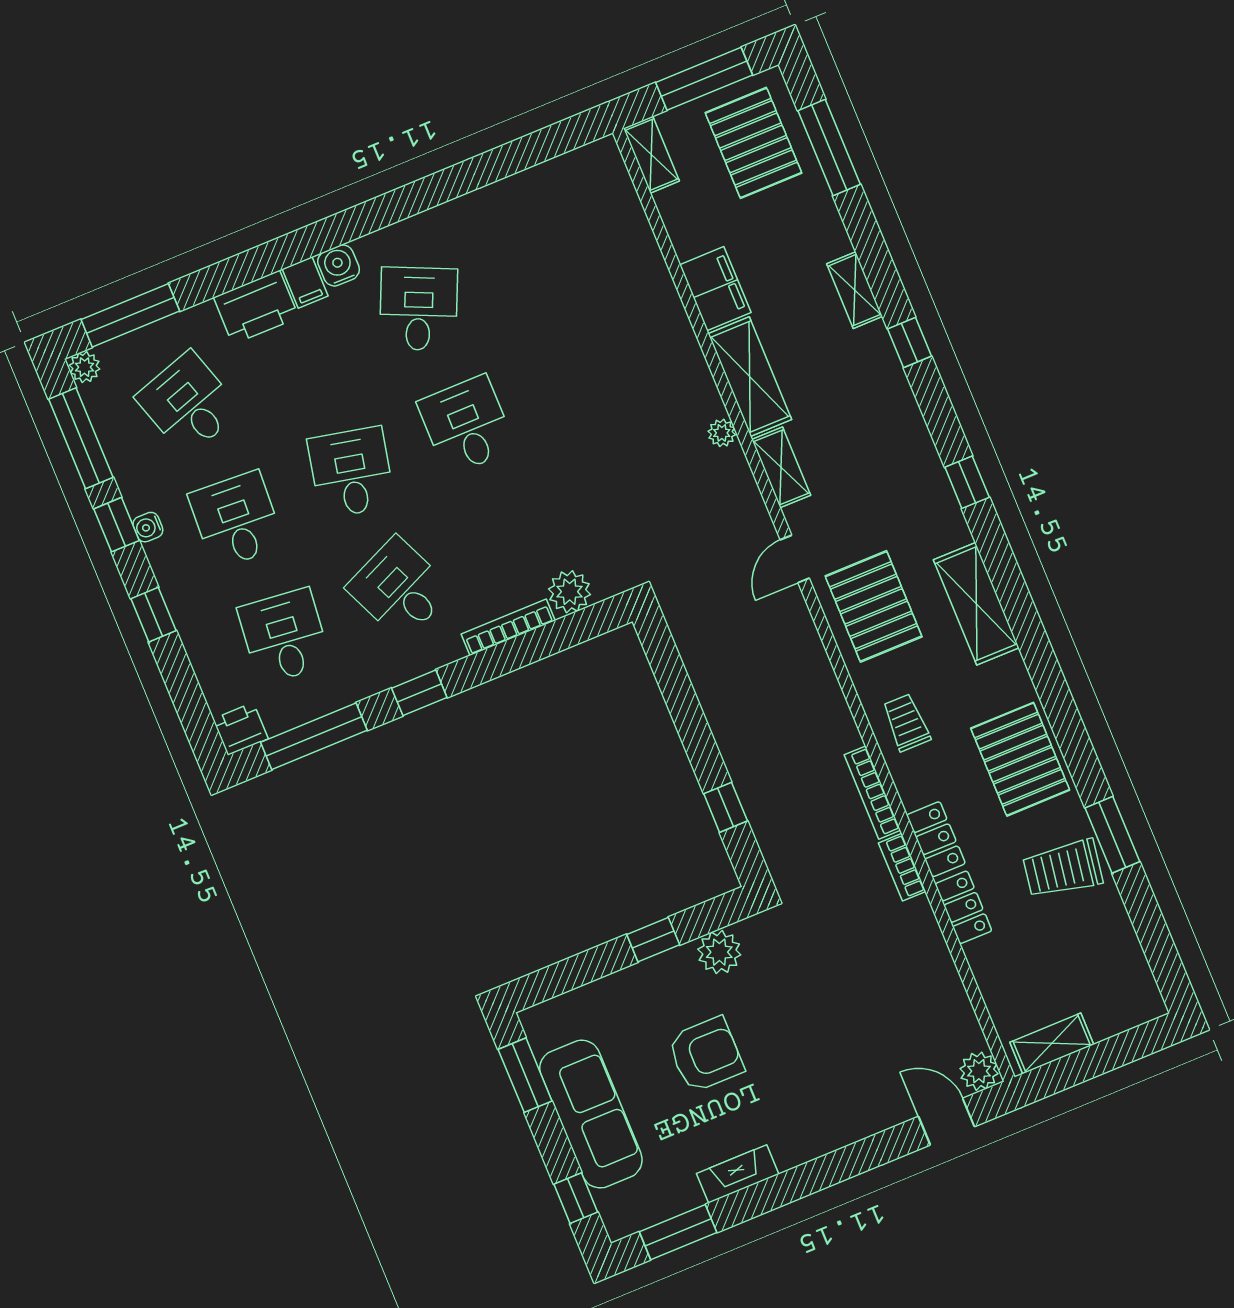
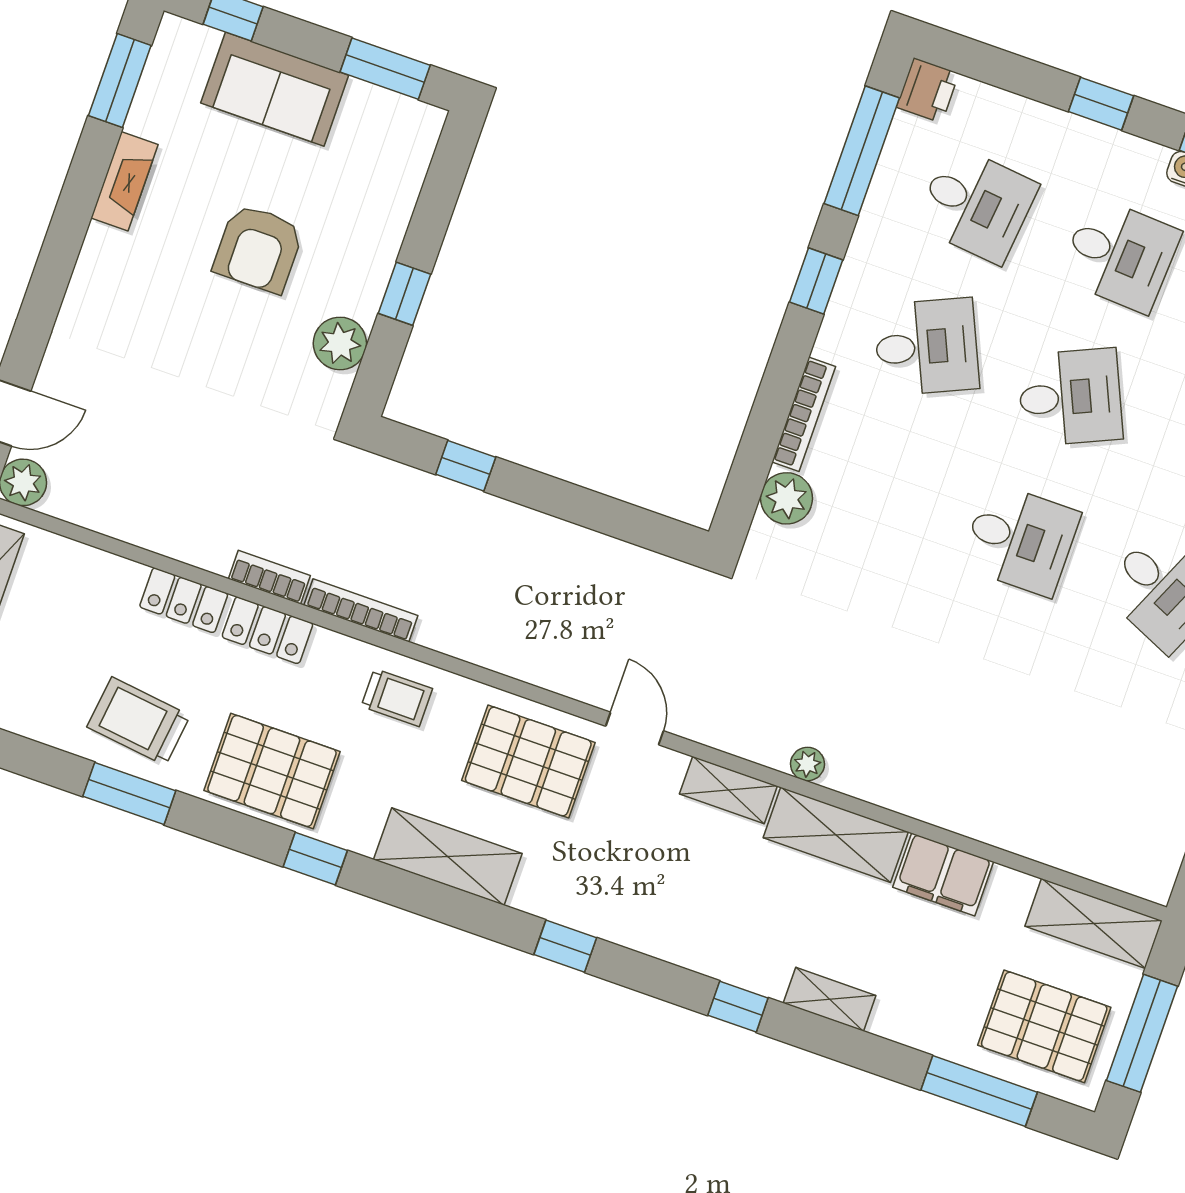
shelving: (651, 155) -> (1094, 923), width x1.50, depth x1.33
desk: (351, 472) -> (1070, 397), turned -36
window: (1050, 684) -> (315, 859), added
trolley: (1063, 869) -> (139, 721), turned -92
sofa: (591, 1114) -> (275, 89), width x0.73

